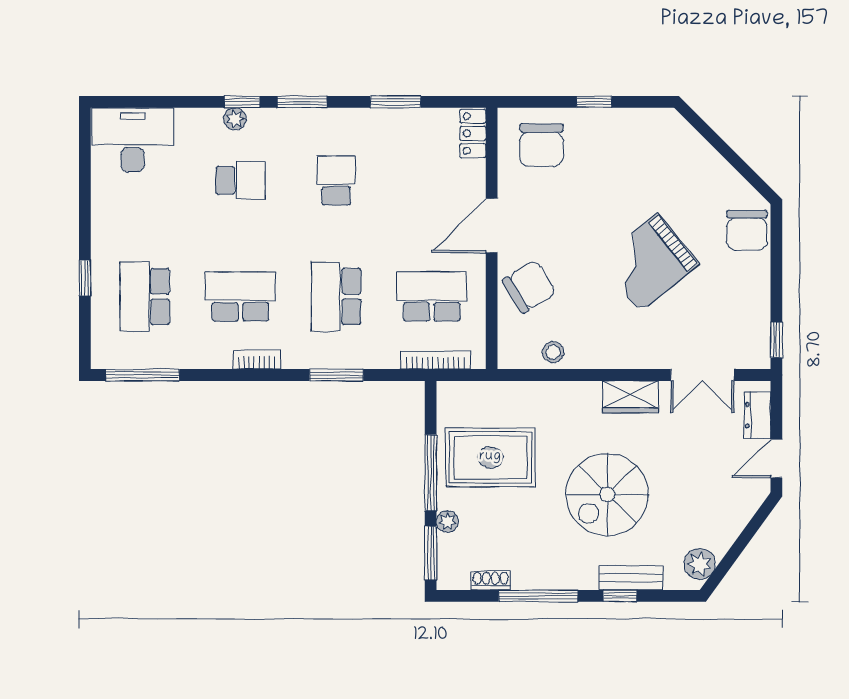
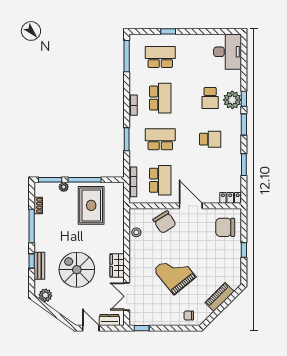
plant: (235, 119) -> (232, 100), width x1.88, depth x1.88
piano: (704, 158) -> (220, 297), added
chair: (747, 230) -> (189, 316), width x0.54, depth x0.54
spiral stairs: (607, 494) -> (77, 270), moved

